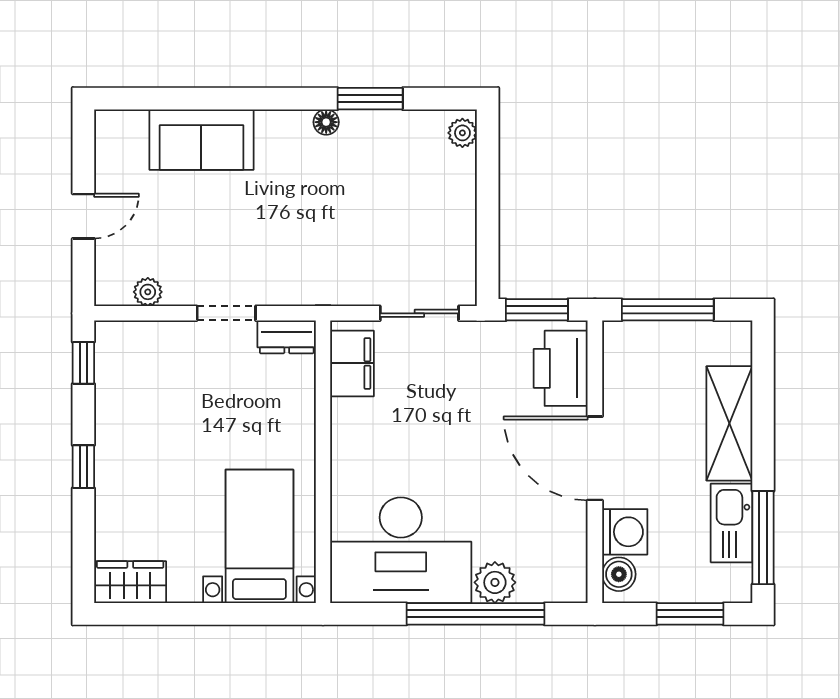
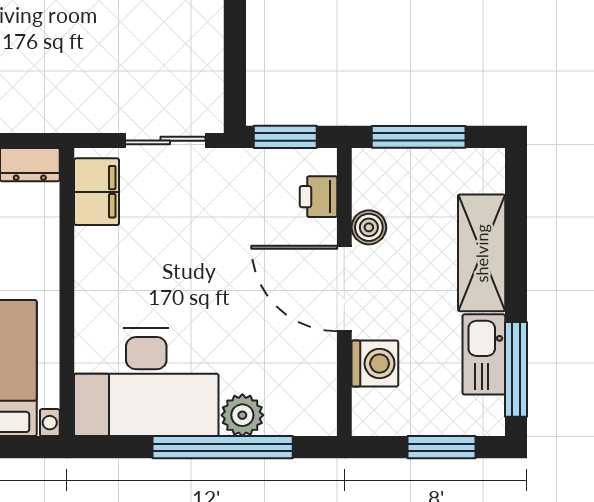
printer: (561, 368) -> (318, 197), width x0.53, depth x0.68
boiler: (619, 574) -> (369, 227), moved

